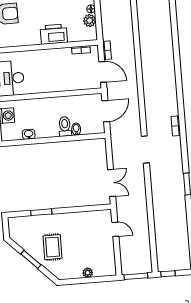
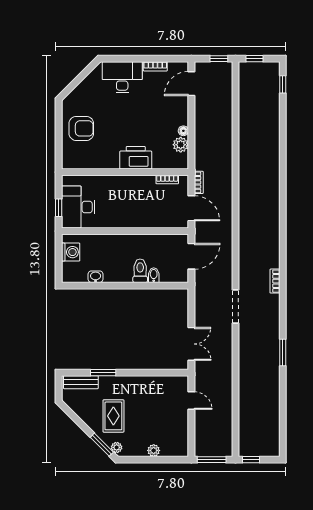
bench: (24, 222) -> (81, 382), added
window: (31, 259) -> (102, 445), moved
plant: (57, 273) -> (117, 447), added

